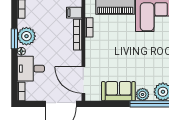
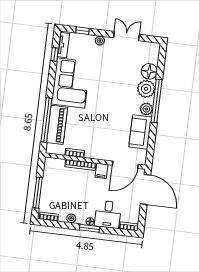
filing cabinet: (74, 13) -> (102, 171), moved
plant: (26, 36) -> (71, 218), width x0.53, depth x0.53
window: (14, 39) -> (89, 228), moved

